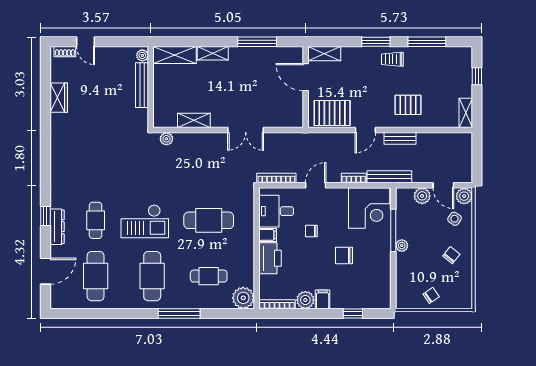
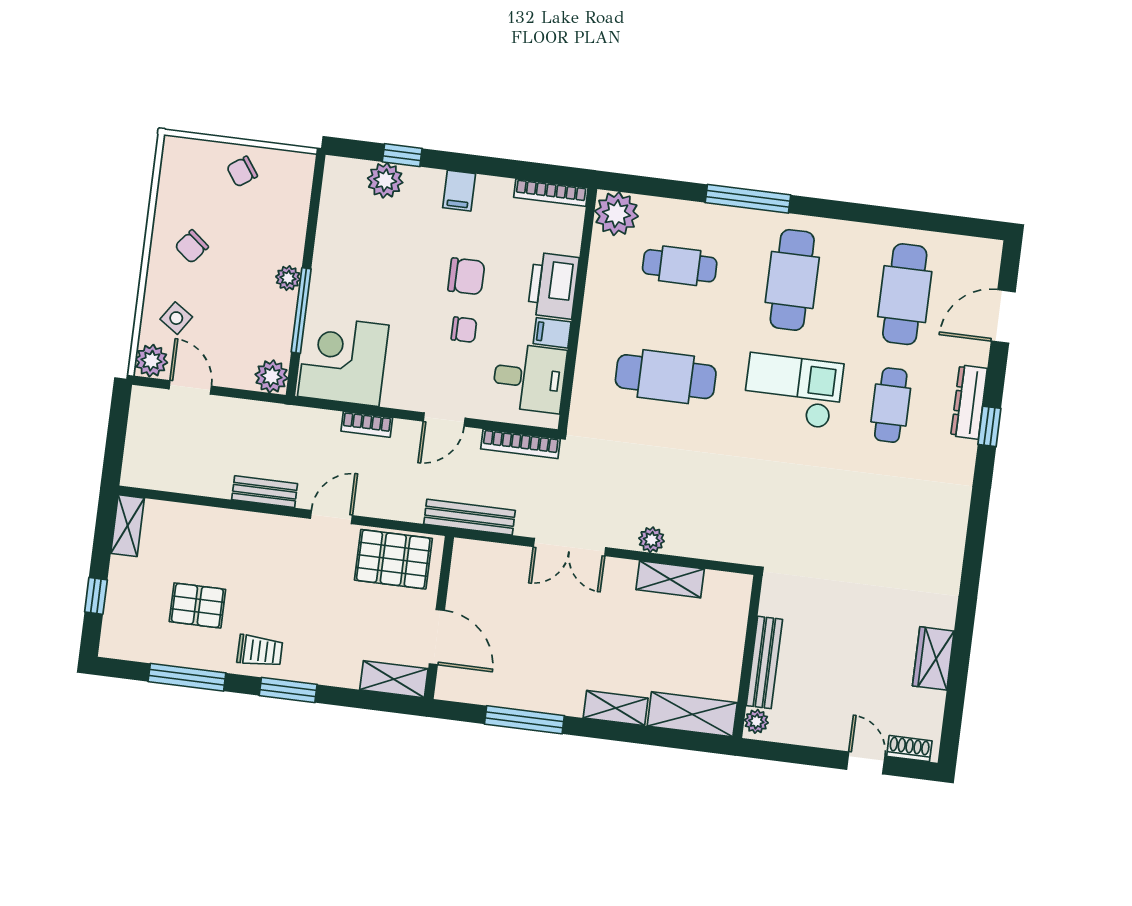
pallet: (408, 105) -> (197, 605), moved
double door: (246, 130) -> (570, 547), swing flipped
plant: (166, 139) -> (652, 540), moved
bench: (389, 177) -> (469, 517), moved
plant: (422, 196) -> (271, 376), moved
chair: (344, 256) -> (466, 276), moved
plant: (305, 300) -> (385, 180), moved

